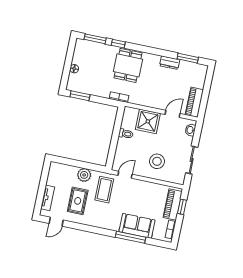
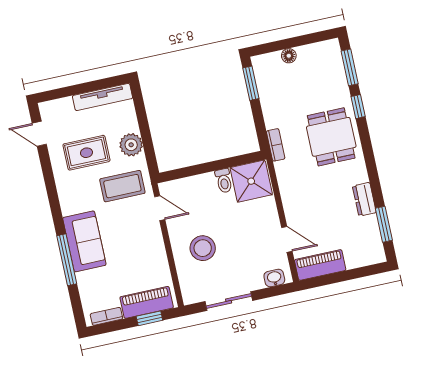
dining table: (128, 65) -> (331, 137), turned 90
shower: (148, 121) -> (251, 181), moved
tv unit: (48, 198) -> (103, 97), moved, width x1.41
sofa: (137, 226) -> (84, 241), moved

